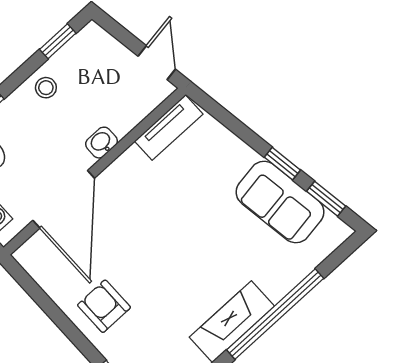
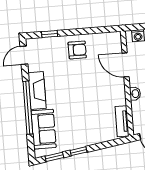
door: (64, 199) -> (126, 65), width x0.73
sofa: (280, 202) -> (44, 129), moved, turned 99

